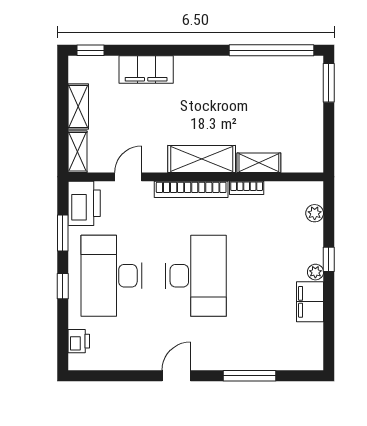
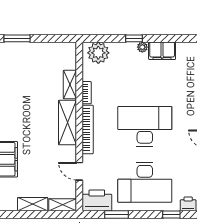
plant: (315, 213) -> (98, 53), width x1.88, depth x1.88
window: (63, 286) -> (171, 214), moved

